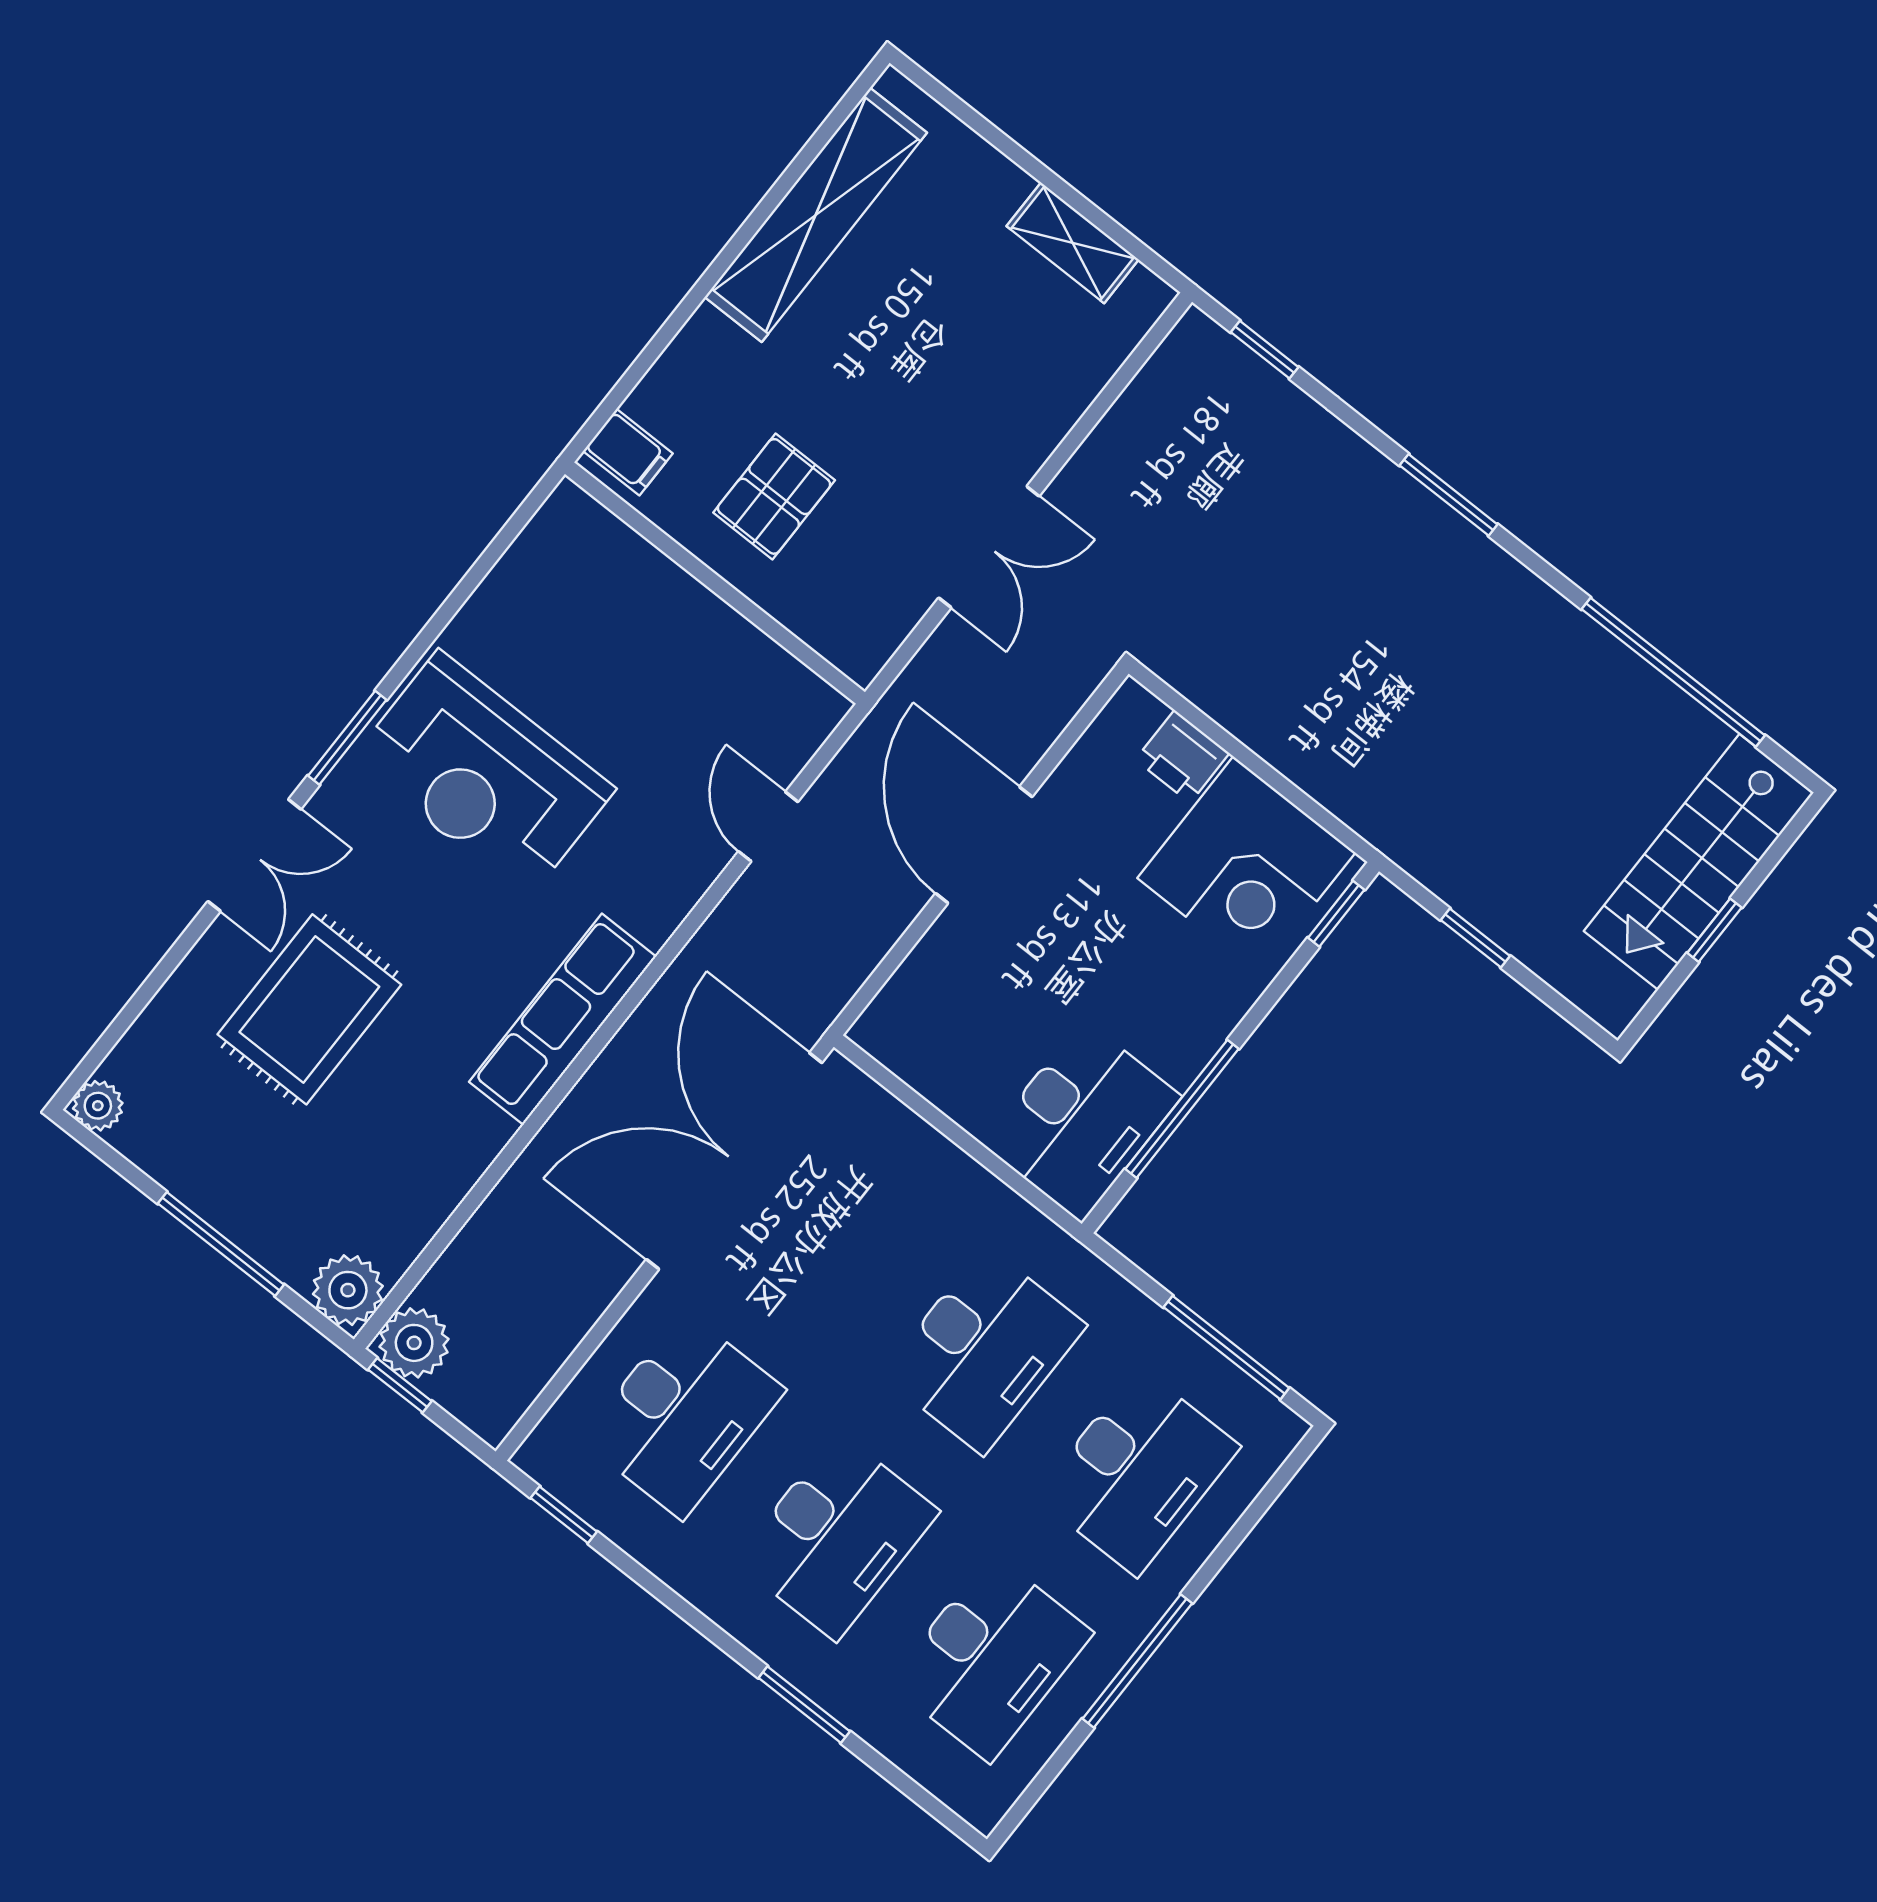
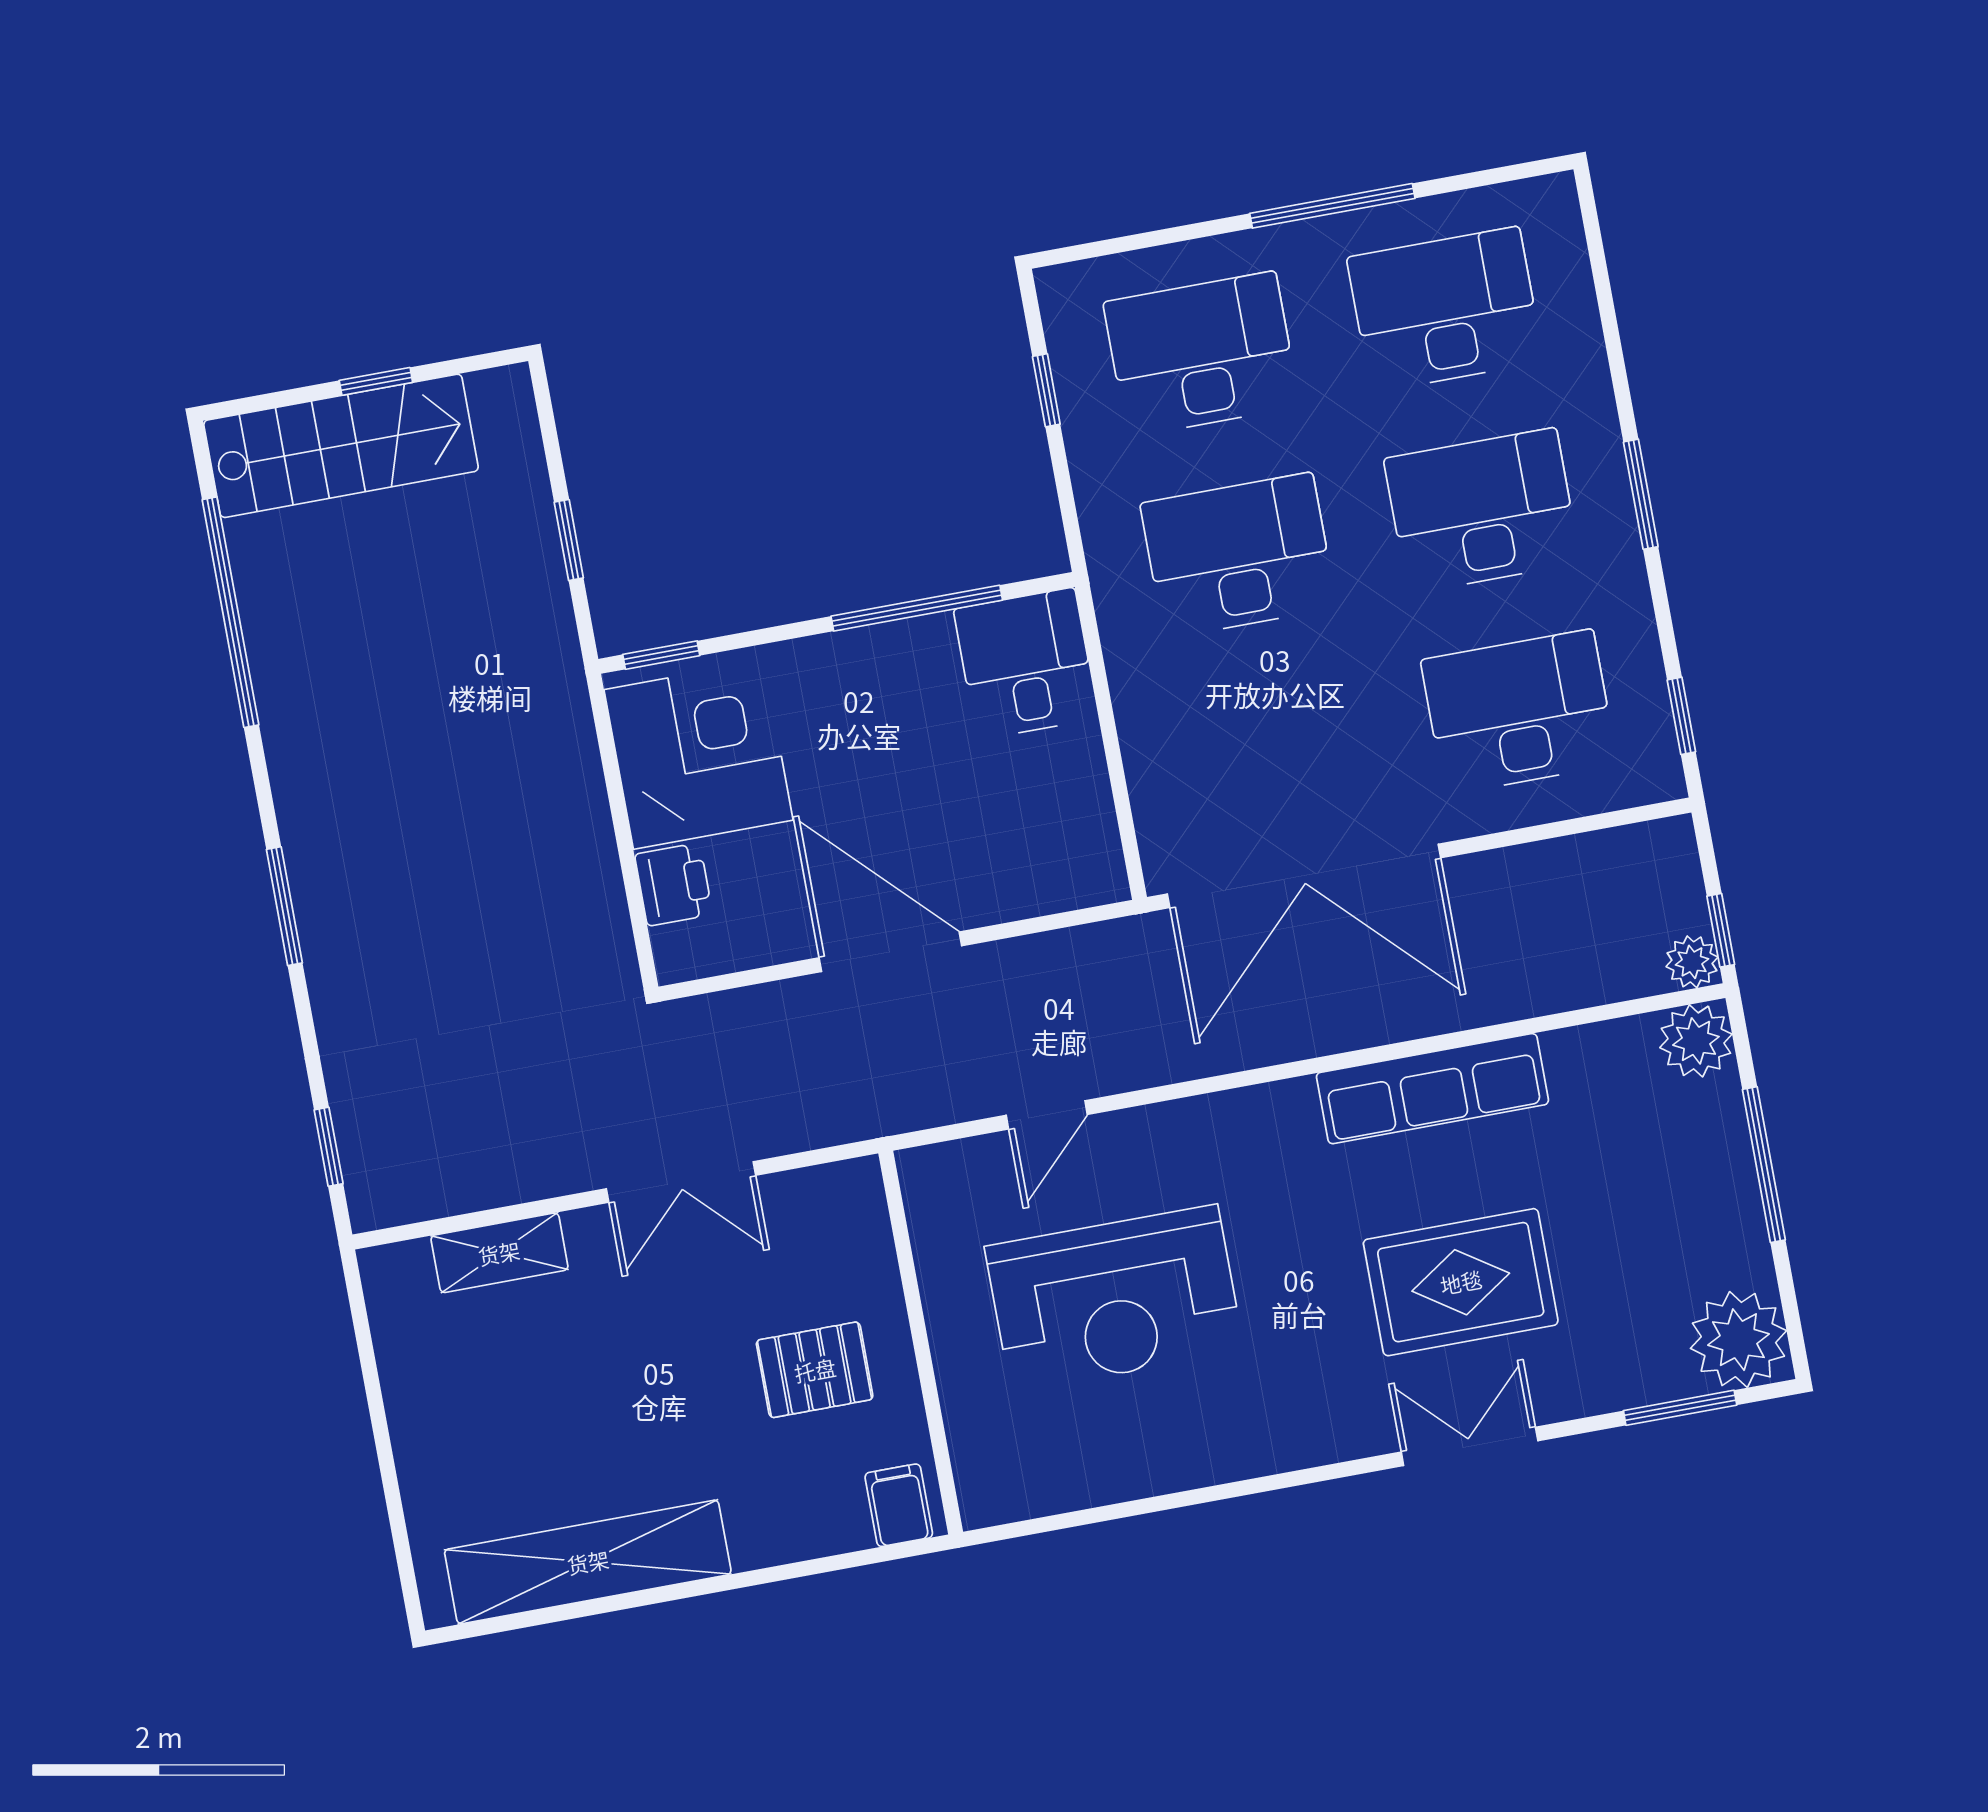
shelving: (1073, 243) -> (499, 1253), moved, turned 90
double door: (989, 547) -> (681, 1182), swing flipped
window: (347, 738) -> (1680, 1408), moved
reception desk: (483, 774) -> (1114, 1299), moved, turned 90
door: (984, 845) -> (890, 952), swing flipped
rug: (309, 1009) -> (1461, 1282), moved
row of seats: (563, 1019) -> (1432, 1089), moved
plant: (98, 1106) -> (1738, 1340), width x1.88, depth x1.88
desk: (1082, 1121) -> (1026, 664), width x0.73
plant: (414, 1343) -> (1692, 962), width x0.73, depth x0.73
window: (1226, 1348) -> (1046, 390), width x0.46
window: (804, 1705) -> (1641, 494), moved

